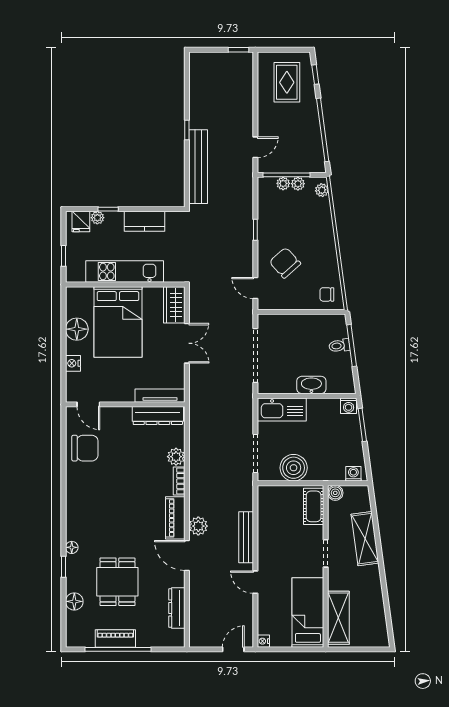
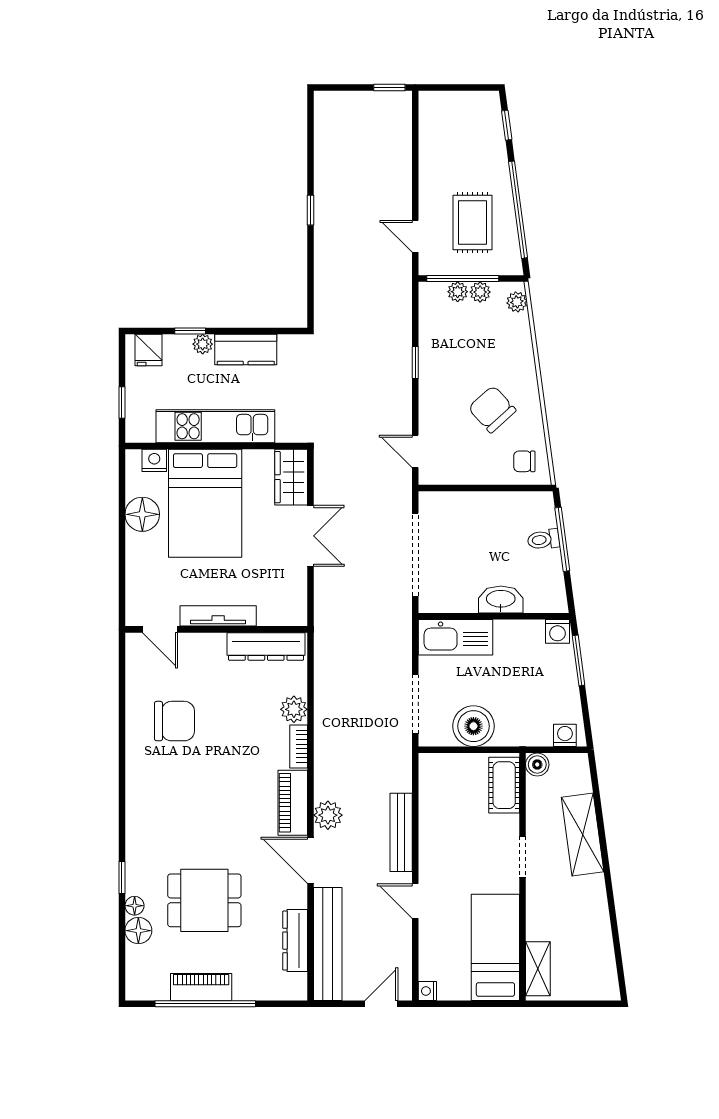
rug: (287, 82) -> (472, 223), moved
door: (255, 147) -> (415, 236), swing flipped
bench: (198, 167) -> (328, 944), moved
plant: (97, 218) -> (203, 344), moved
chair: (285, 263) -> (492, 409), moved
nightstand: (73, 363) -> (154, 460), moved, turned 90
tv unit: (160, 396) -> (218, 616), moved
chair: (85, 448) -> (174, 721), moved
floor lamp: (72, 547) -> (135, 906), moved
dining table: (117, 582) -> (204, 900), turned 90
shelving: (338, 618) -> (538, 969), width x0.67, depth x0.75

